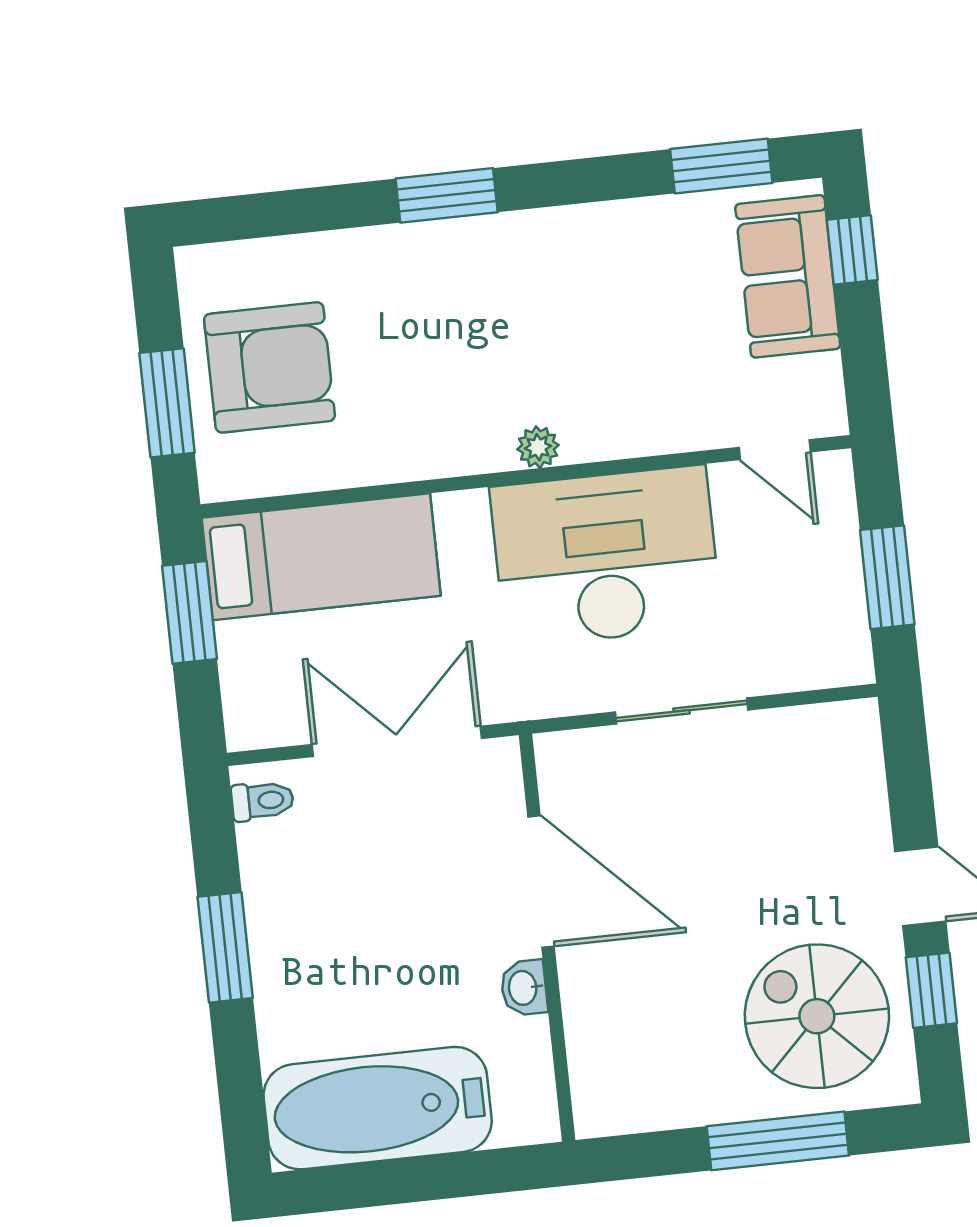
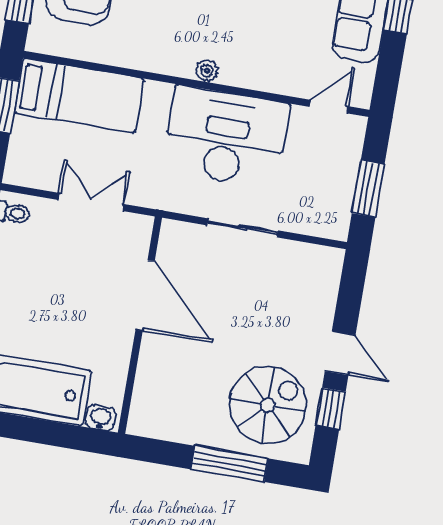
door: (775, 450) -> (329, 107), swing flipped
double door: (397, 741) -> (91, 202), width x0.73
washbasin: (524, 988) -> (101, 418), moved, turned 90
spiral stairs: (817, 1016) -> (268, 405), turned 90

